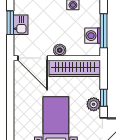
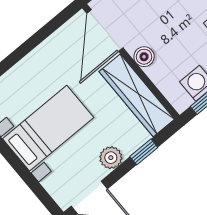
window: (104, 98) -> (144, 152), moved

